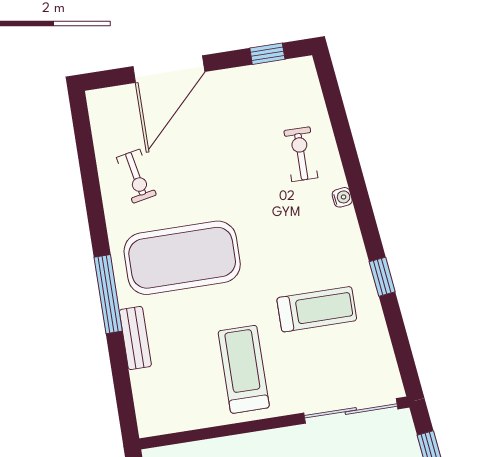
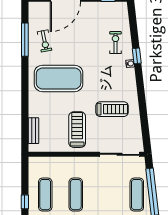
window: (382, 277) -> (137, 56), moved
window: (108, 294) -> (25, 40), moved
bench: (135, 338) -> (34, 131), moved

